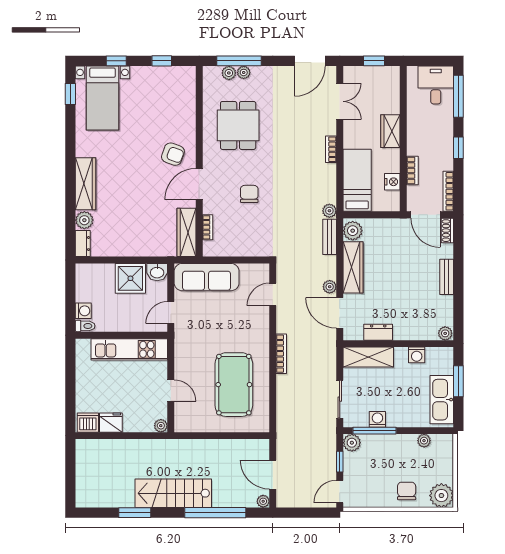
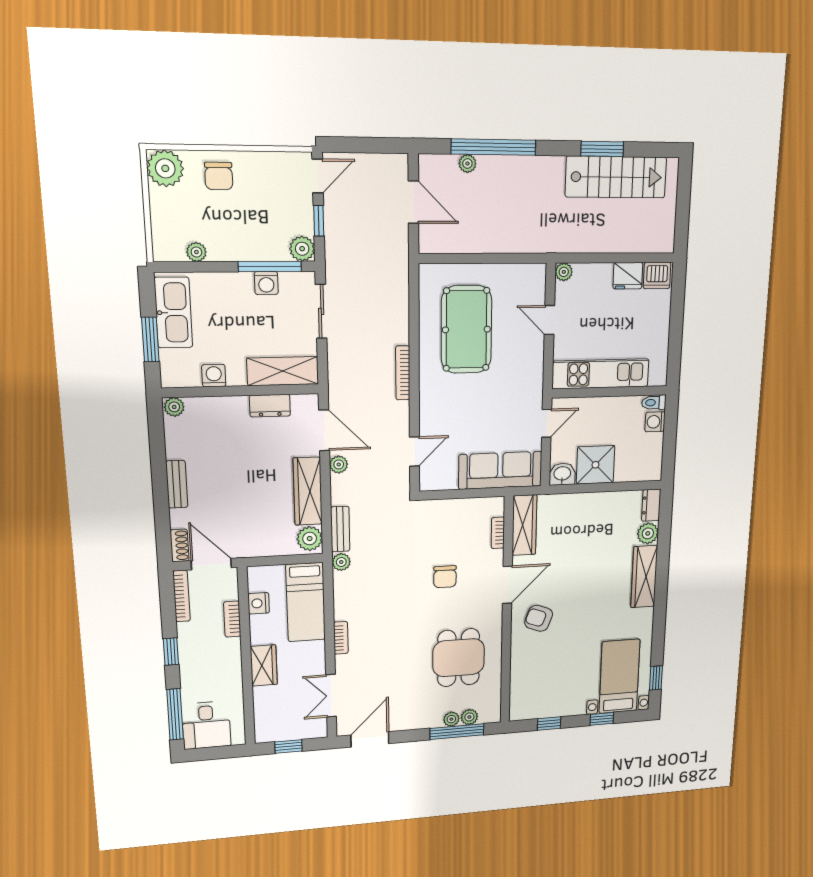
stairs: (173, 493) -> (616, 177), moved
plant: (263, 501) -> (467, 164), moved

